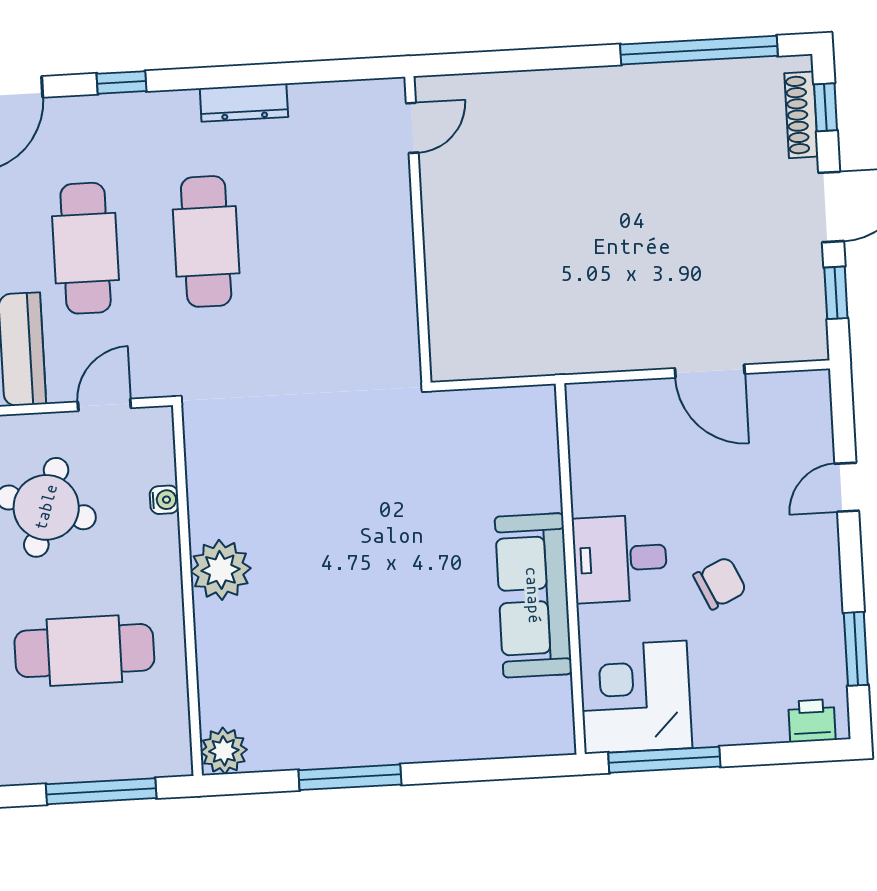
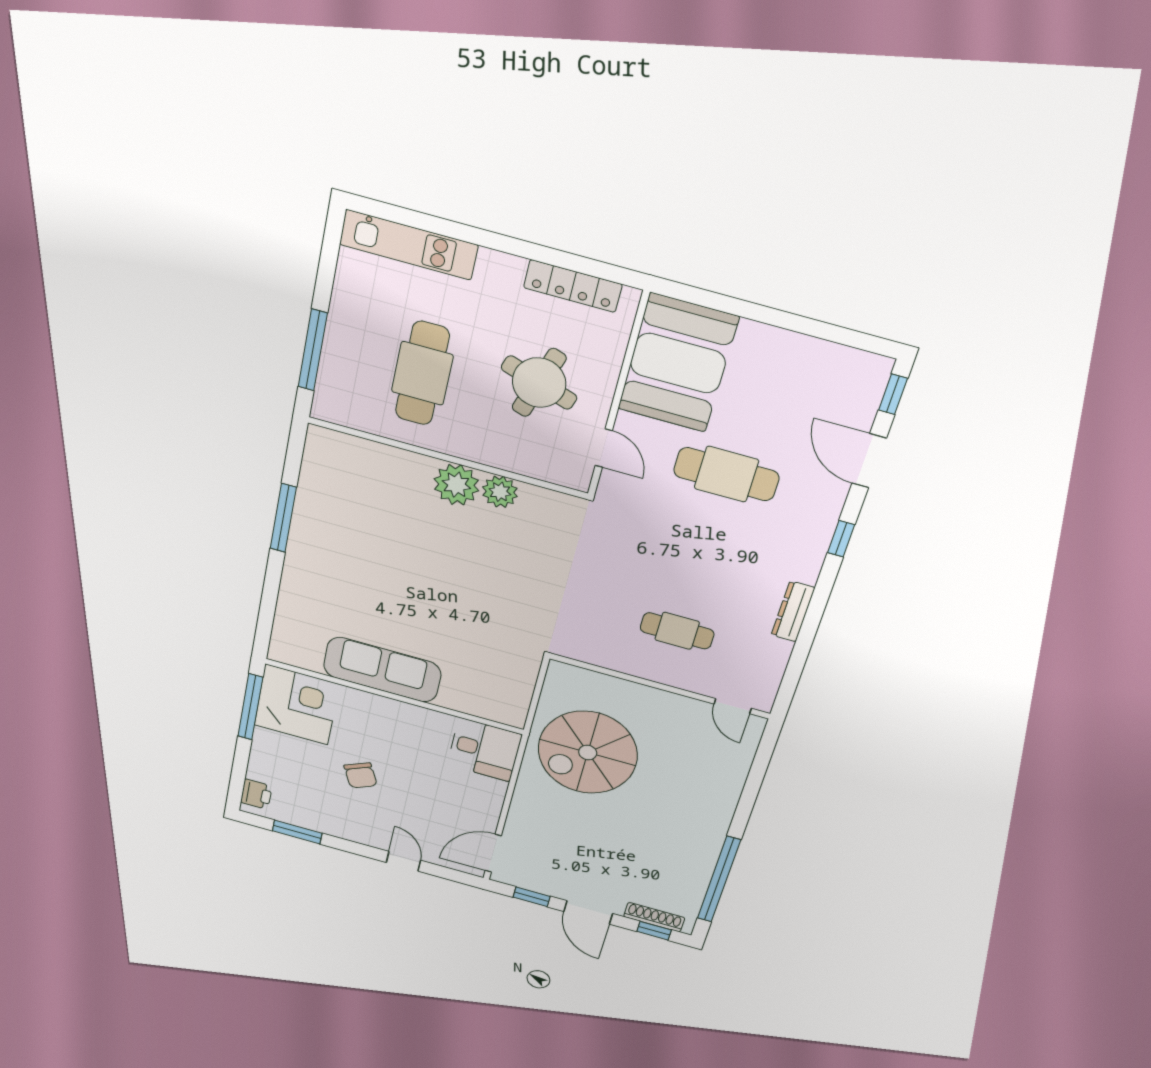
cafe table: (206, 241) -> (677, 631), moved, width x0.73, depth x0.74
spiral stairs: (559, 290) -> (588, 752), added
door: (710, 371) -> (493, 853), moved
water cooler: (164, 500) -> (520, 465), removed
desk: (620, 559) -> (484, 750), moved, turned 90
plant: (224, 751) -> (500, 492), moved

